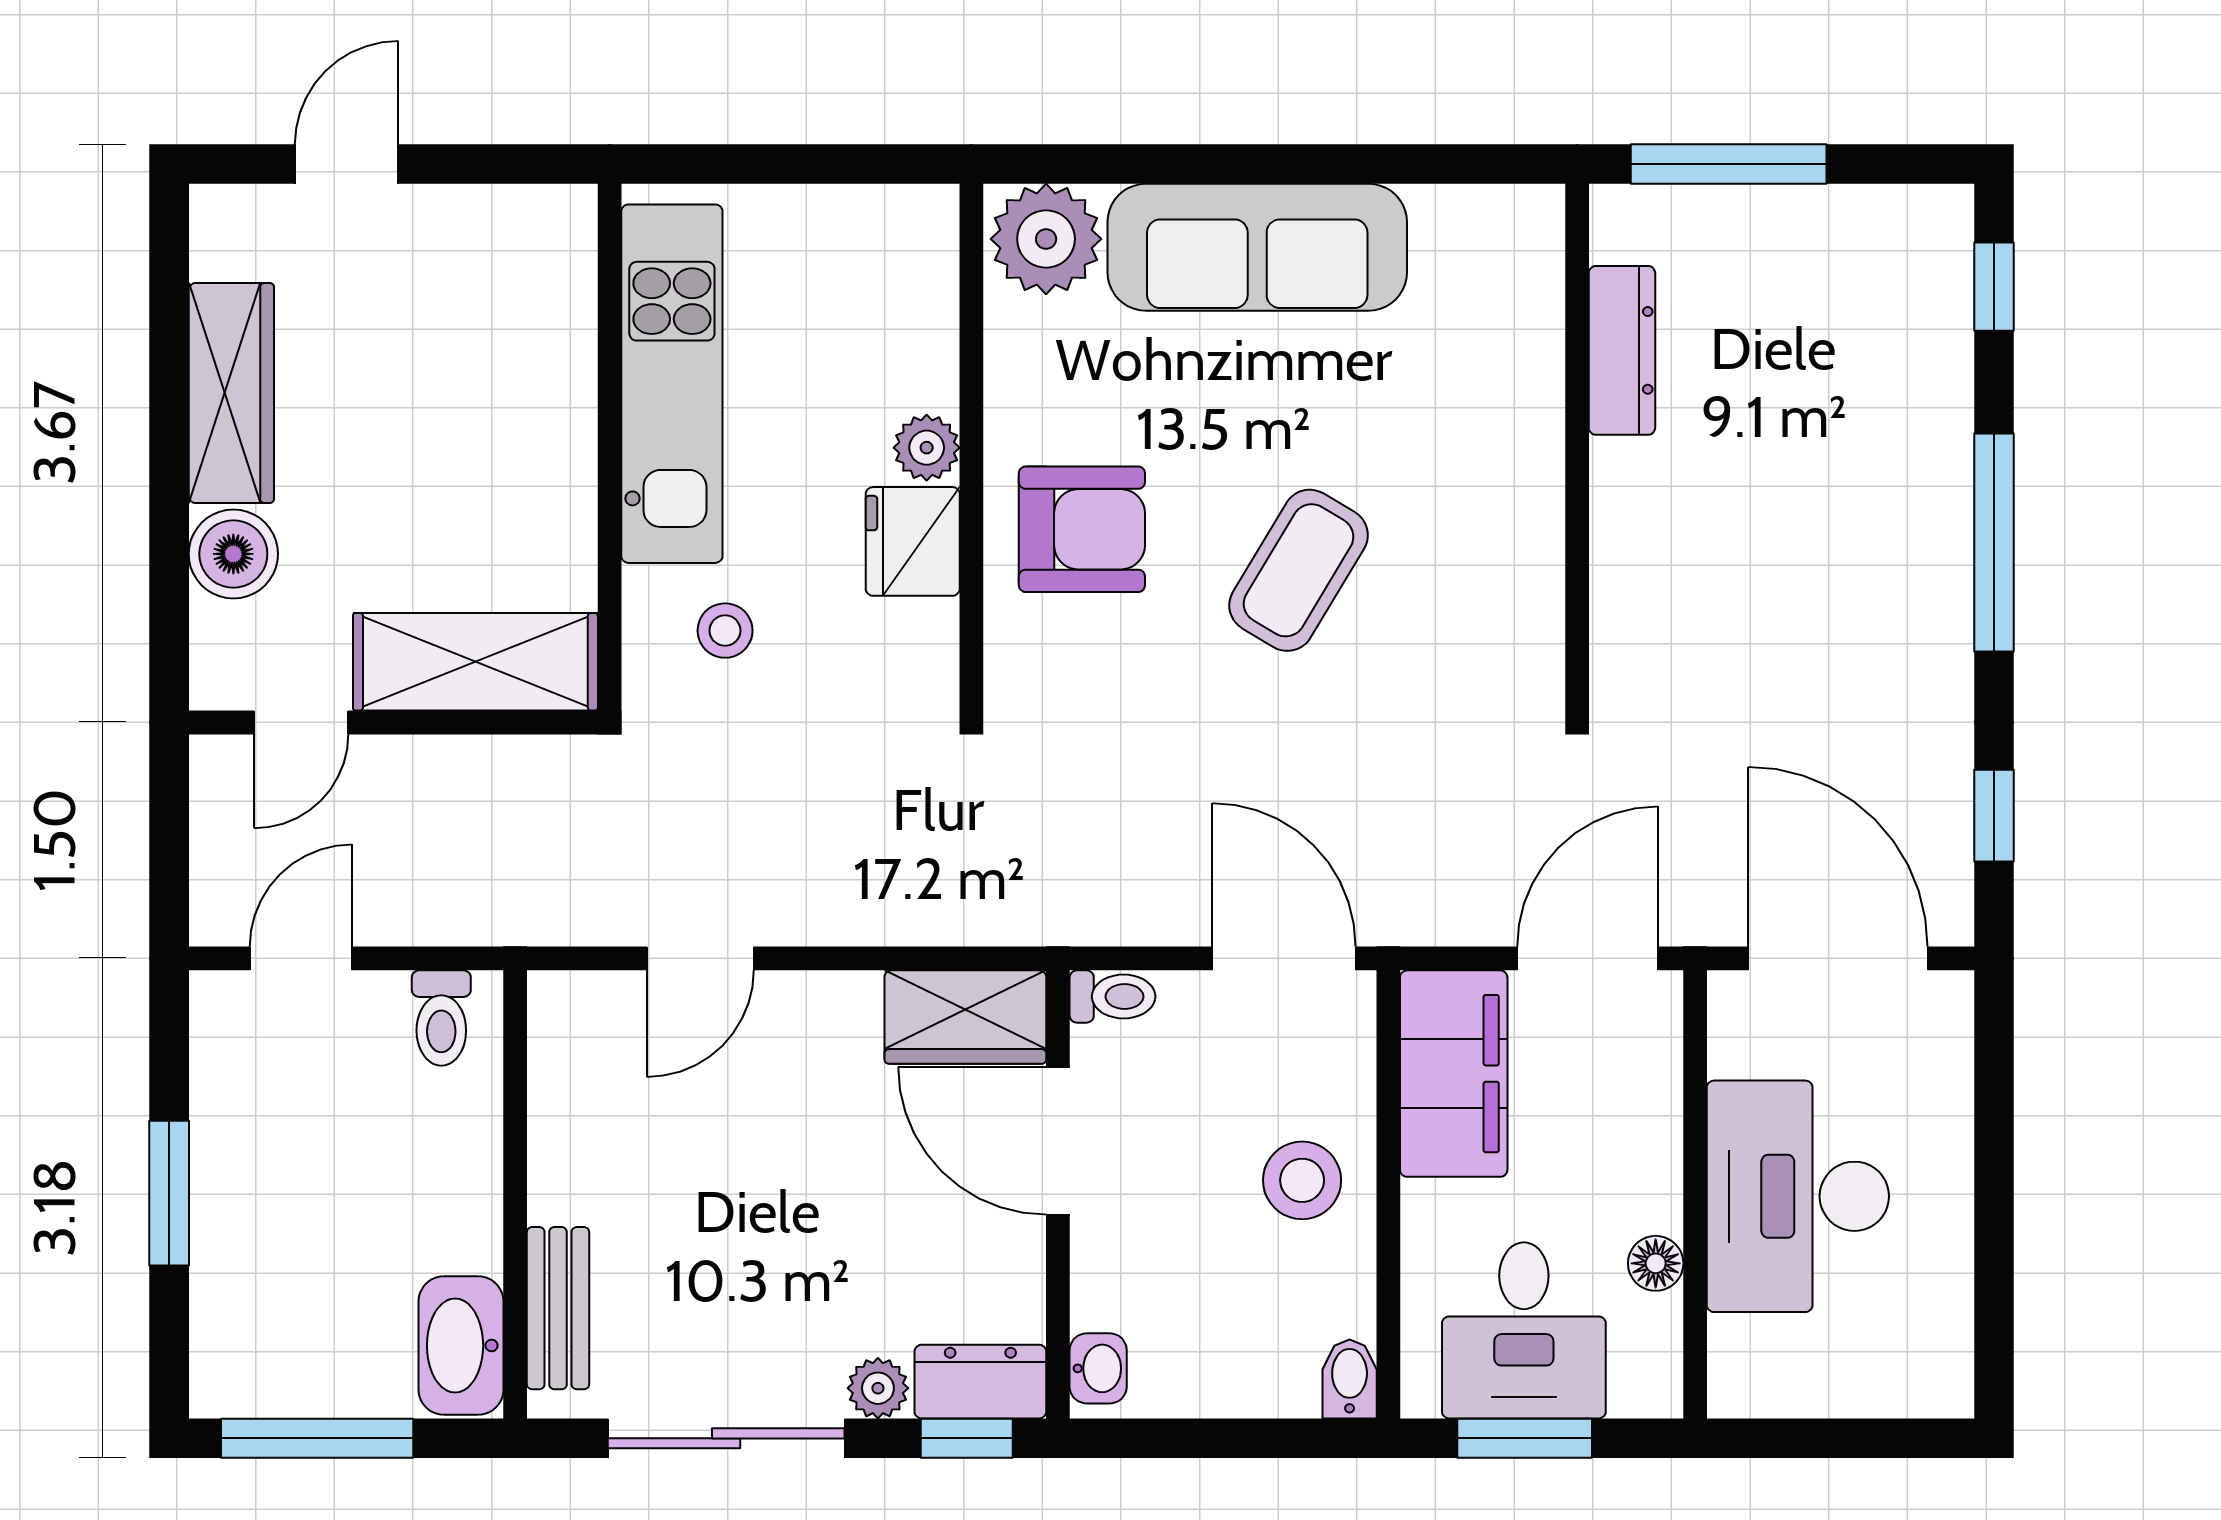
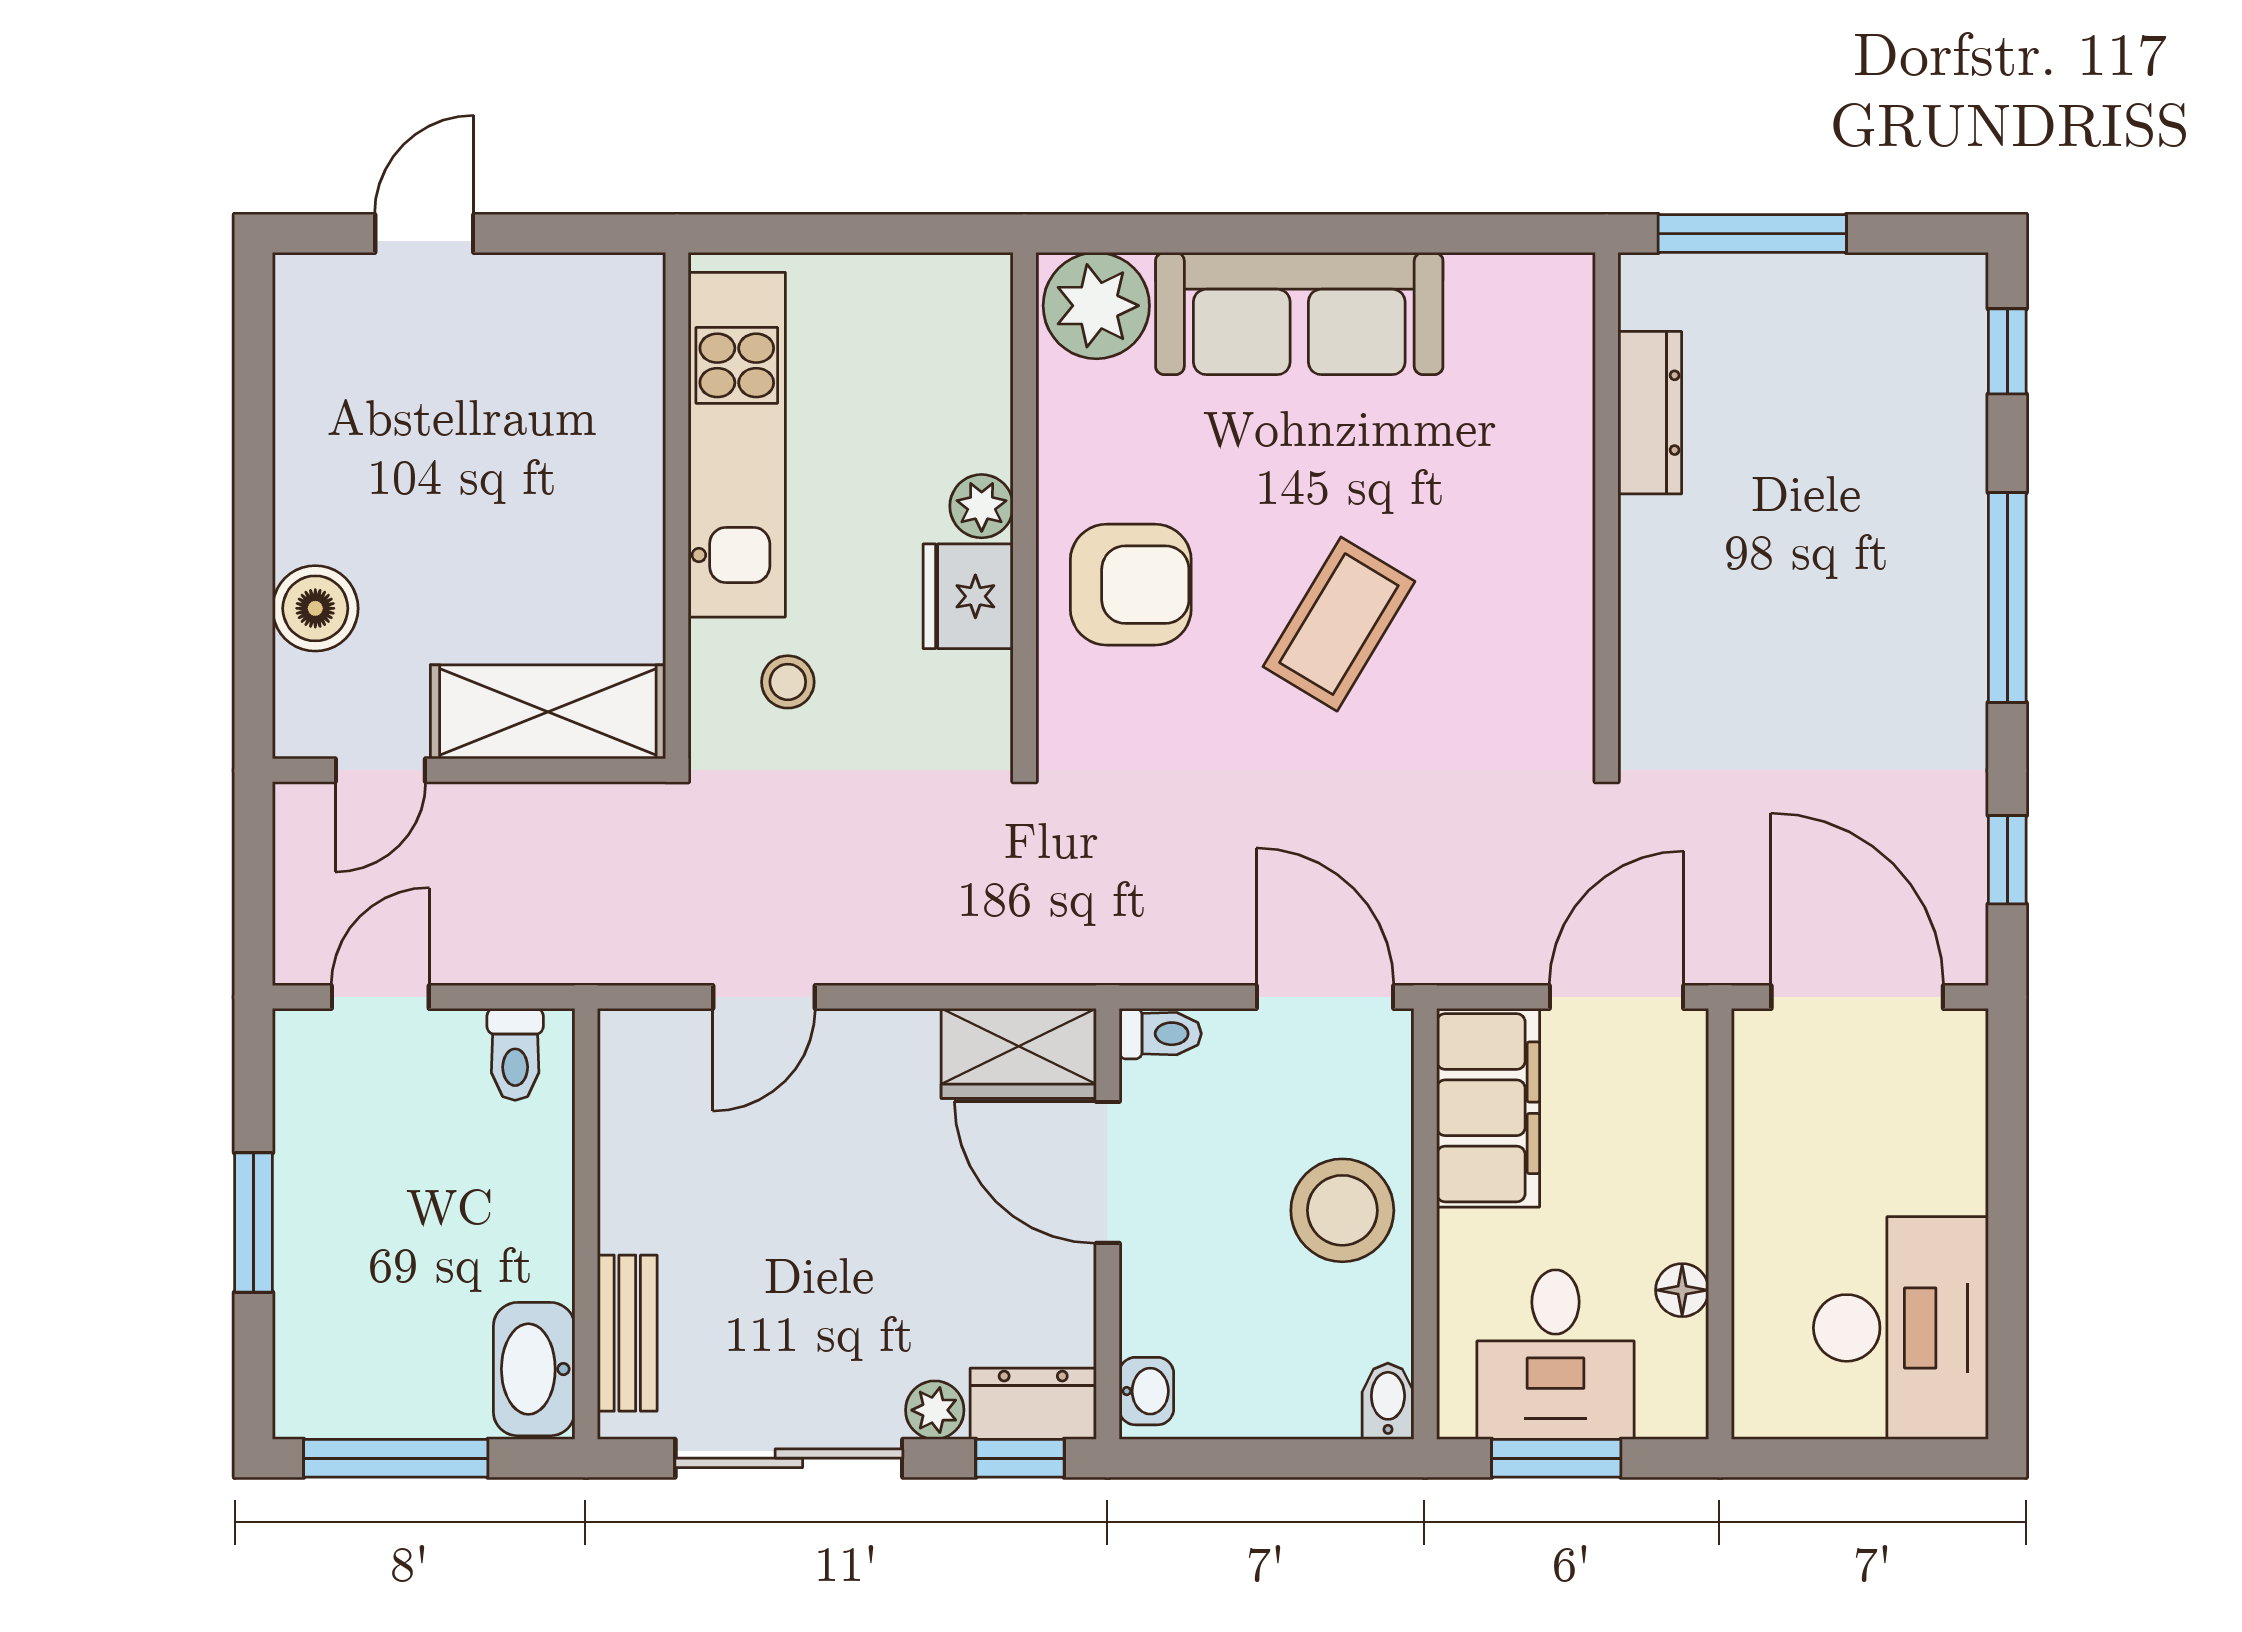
wardrobe: (231, 393) -> (313, 454), removed
stool: (1302, 1180) -> (1342, 1210), width x1.38, depth x1.38
desk: (1798, 1196) -> (1901, 1328), moved, turned 180

